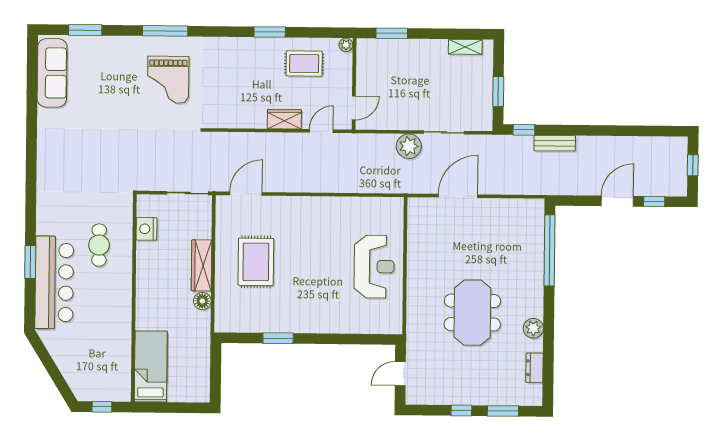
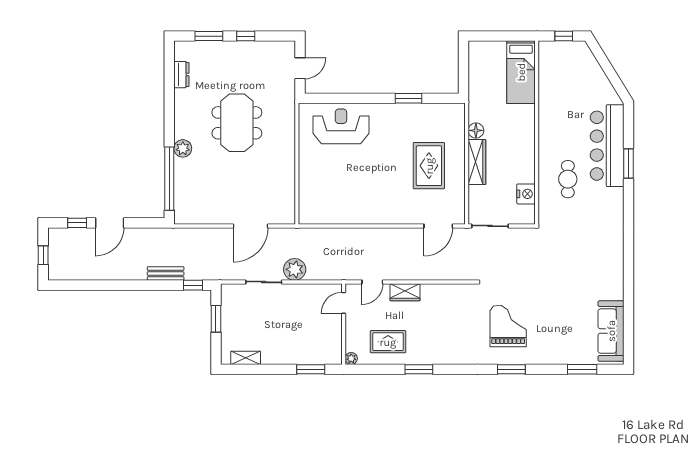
window: (165, 31) -> (511, 369), width x0.69
reception desk: (374, 267) -> (341, 126), moved, turned 90
plant: (533, 328) -> (183, 148), moved

